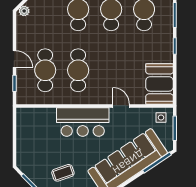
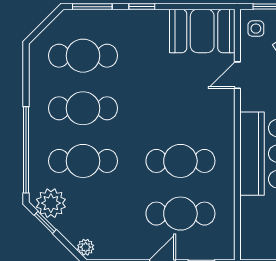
door: (121, 106) -> (237, 75), moved

